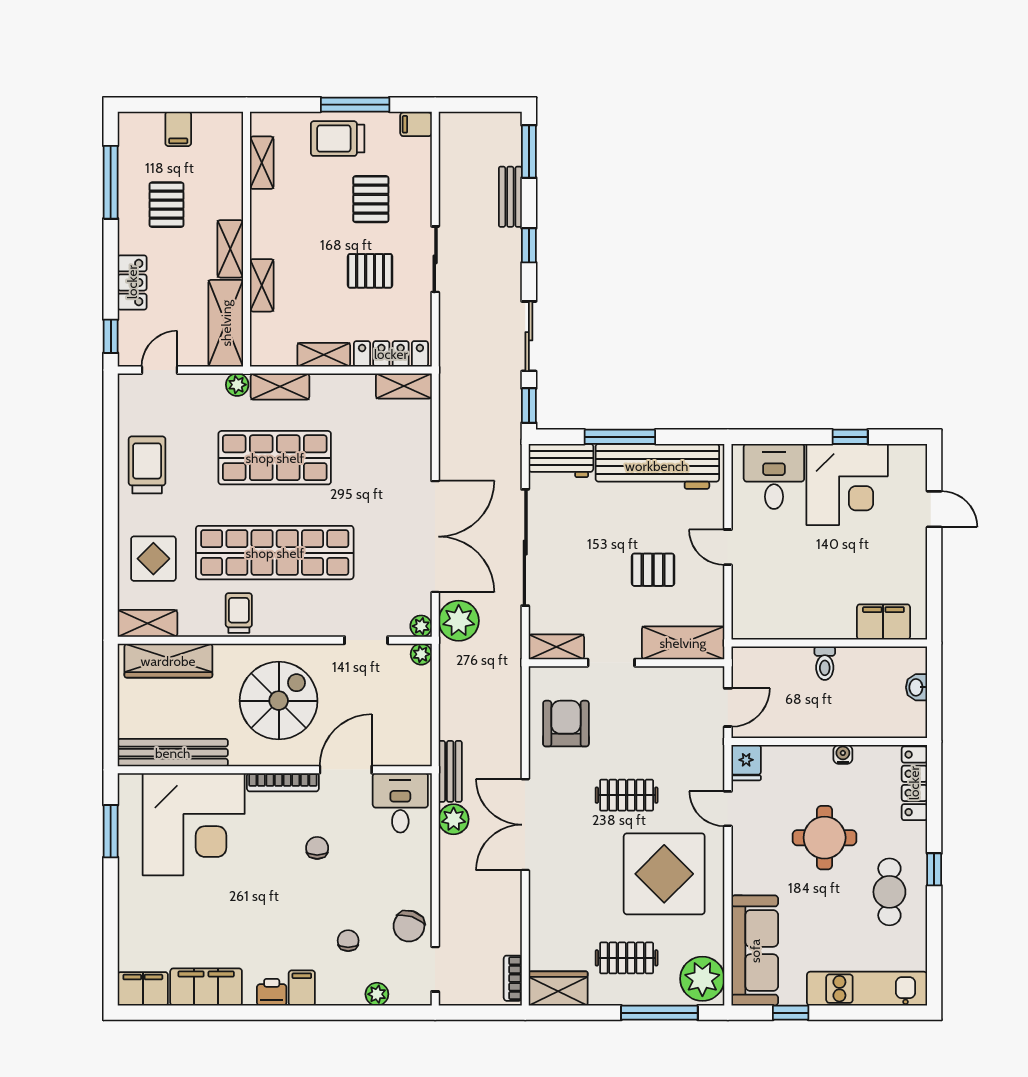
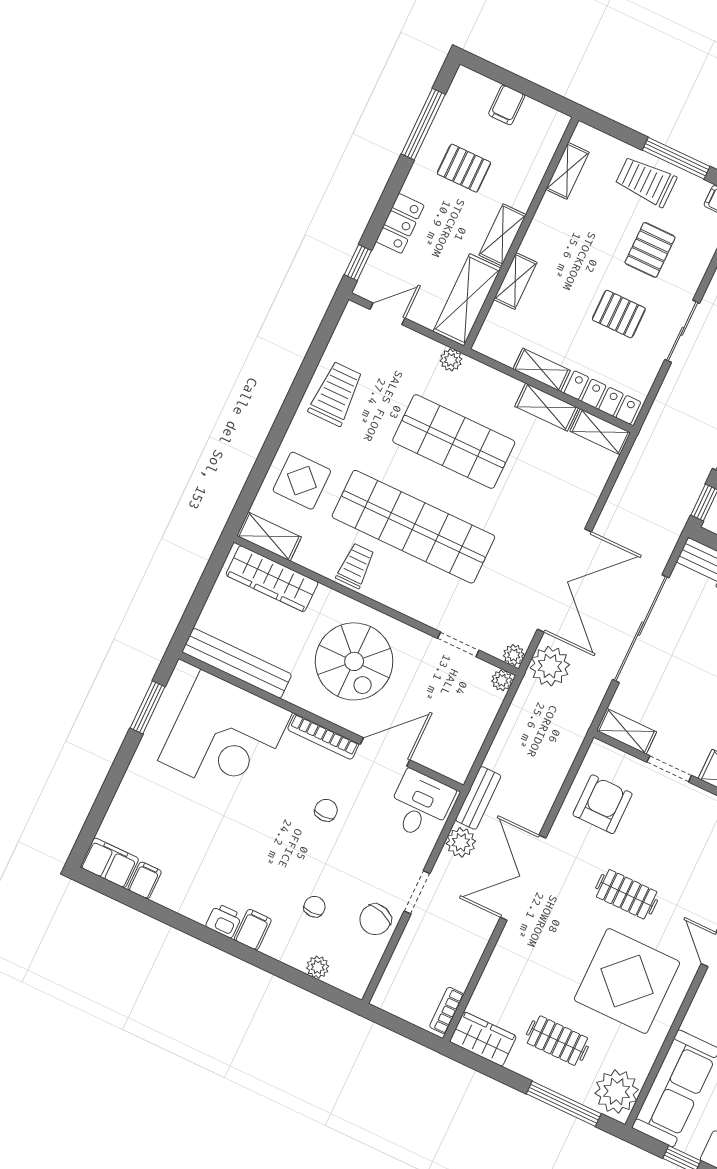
pallet: (167, 205) -> (464, 168), turned 90
shelving: (280, 387) -> (547, 407), moved
spiral stairs: (279, 701) -> (354, 661), turned 90
doorway: (435, 969) -> (417, 892), moved
filing cabinet: (206, 987) -> (145, 880), width x0.33, depth x0.86

